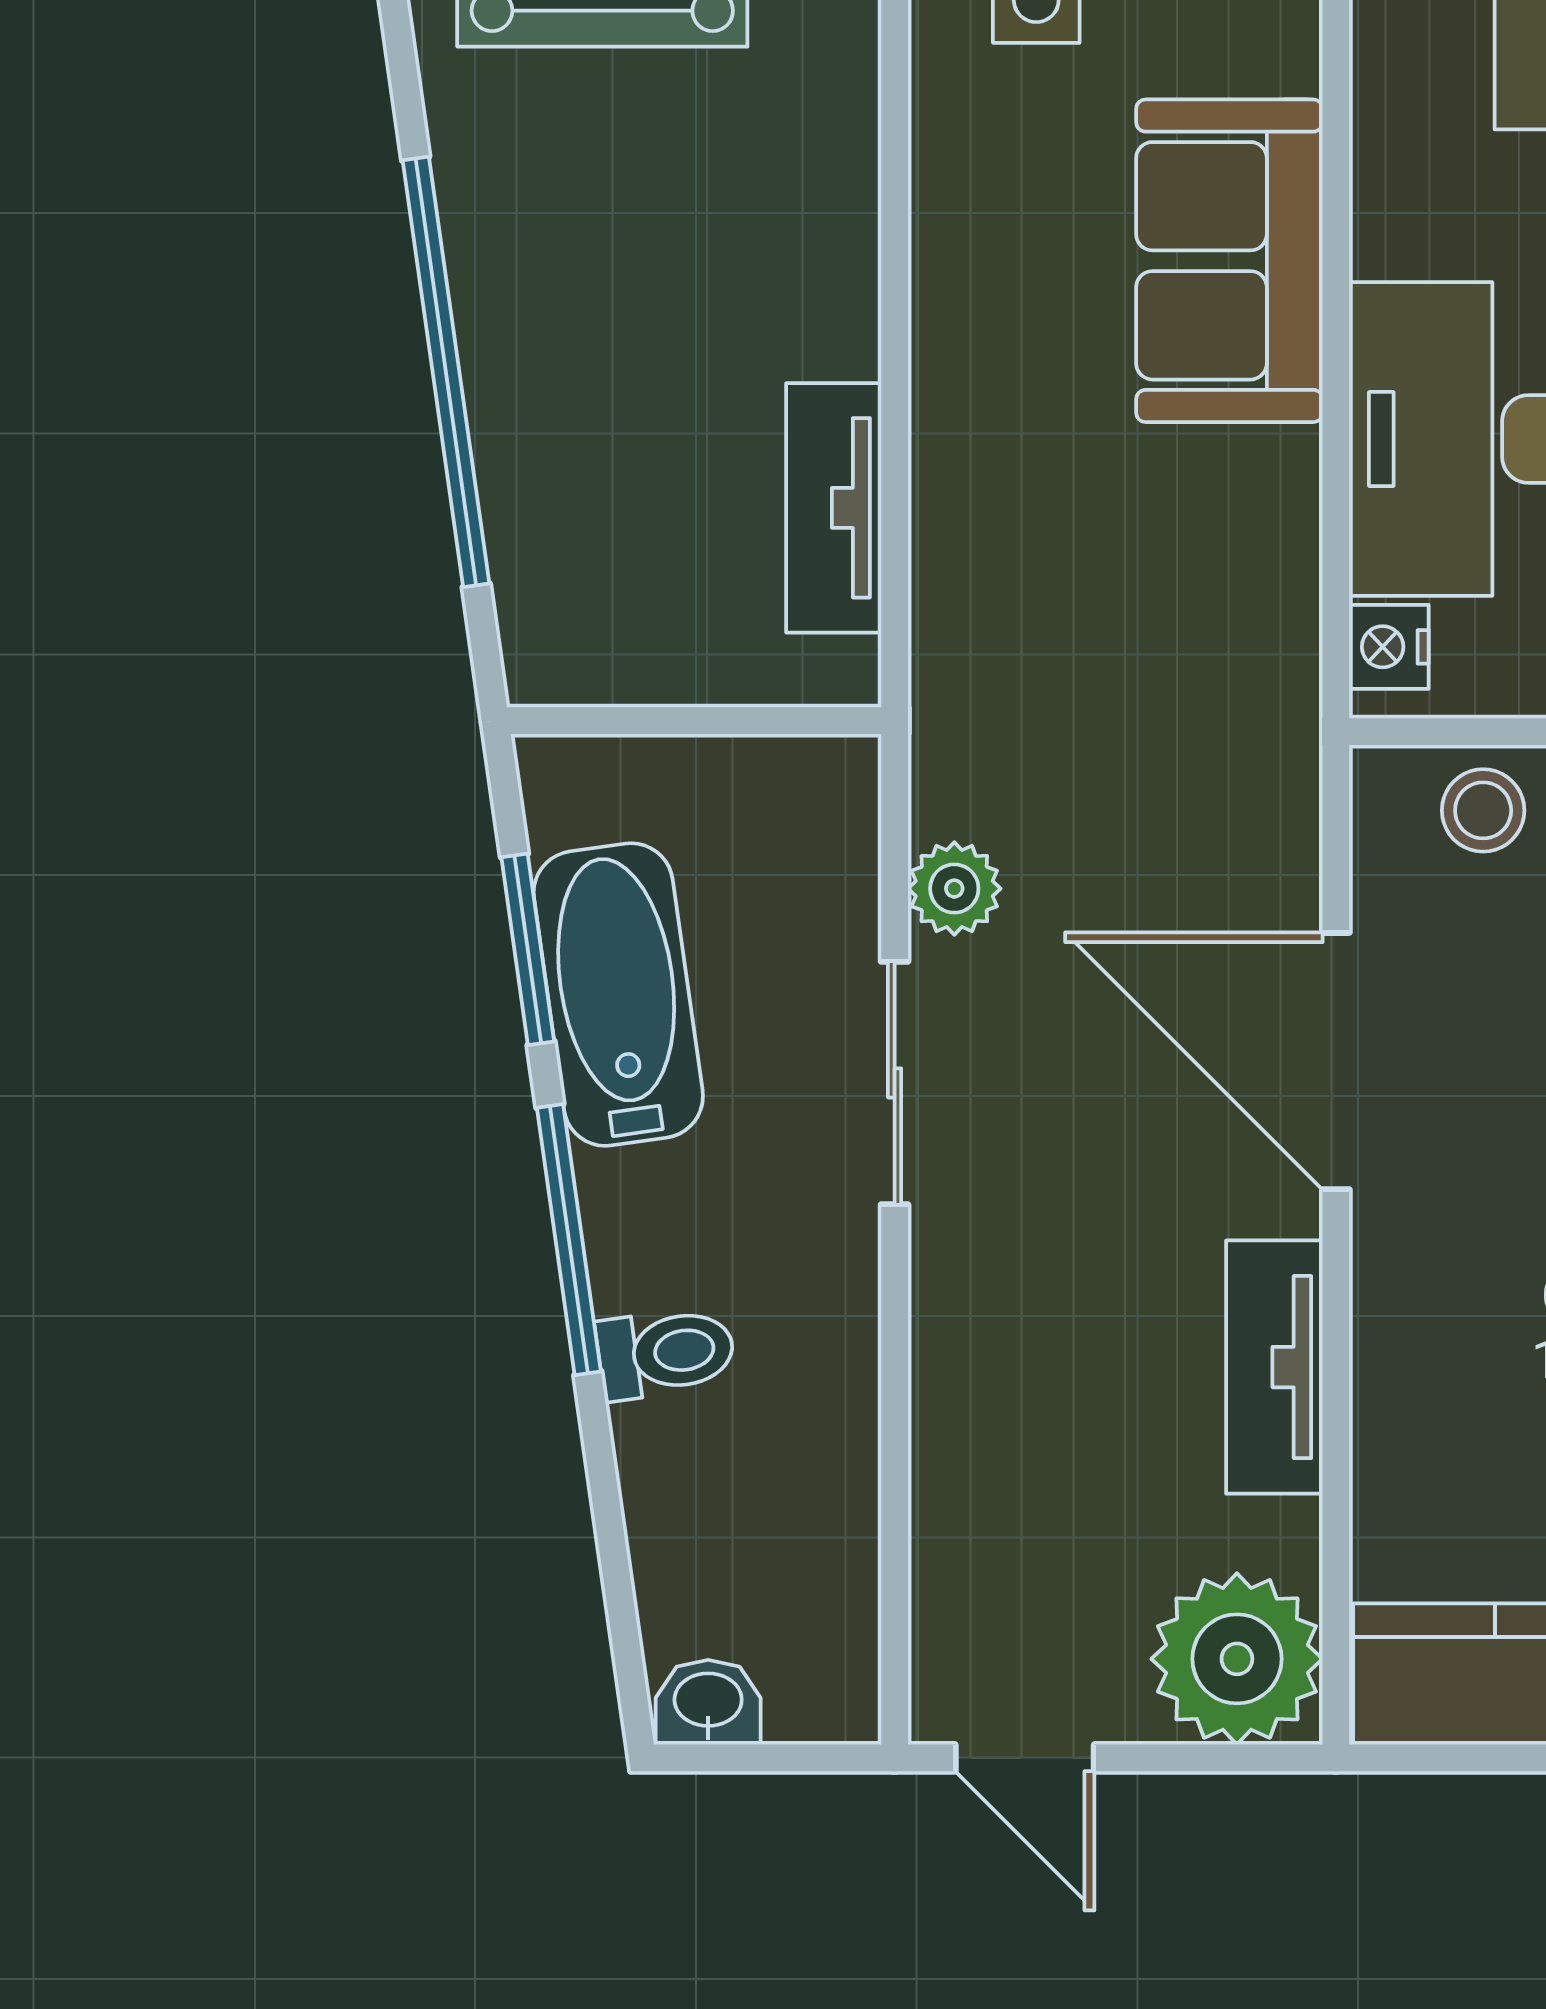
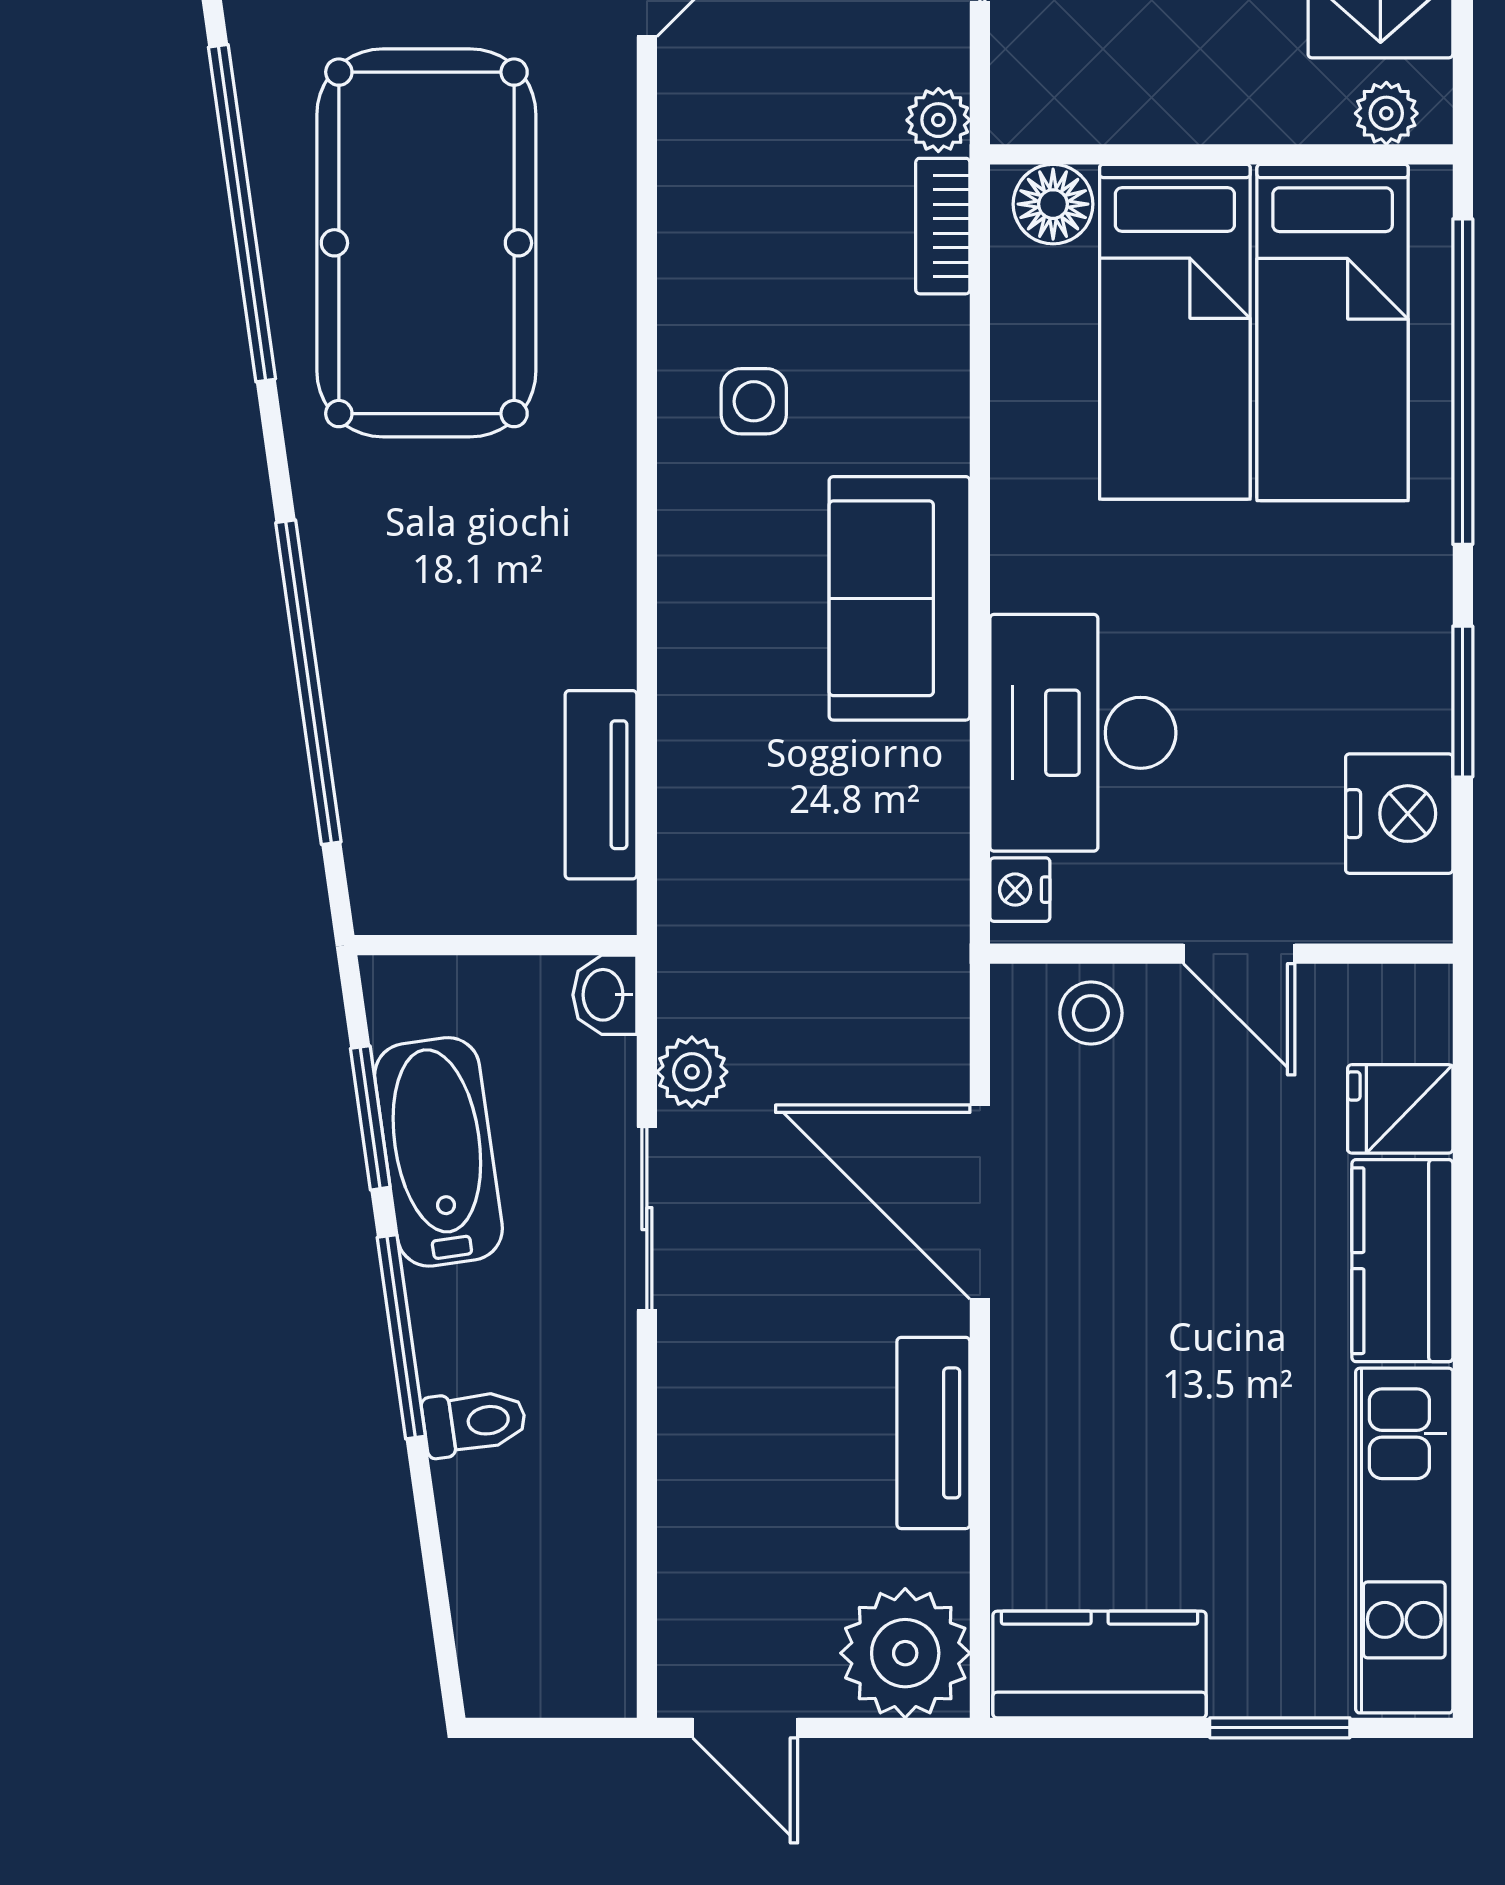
washbasin: (708, 1702) -> (605, 995), moved, turned -90

